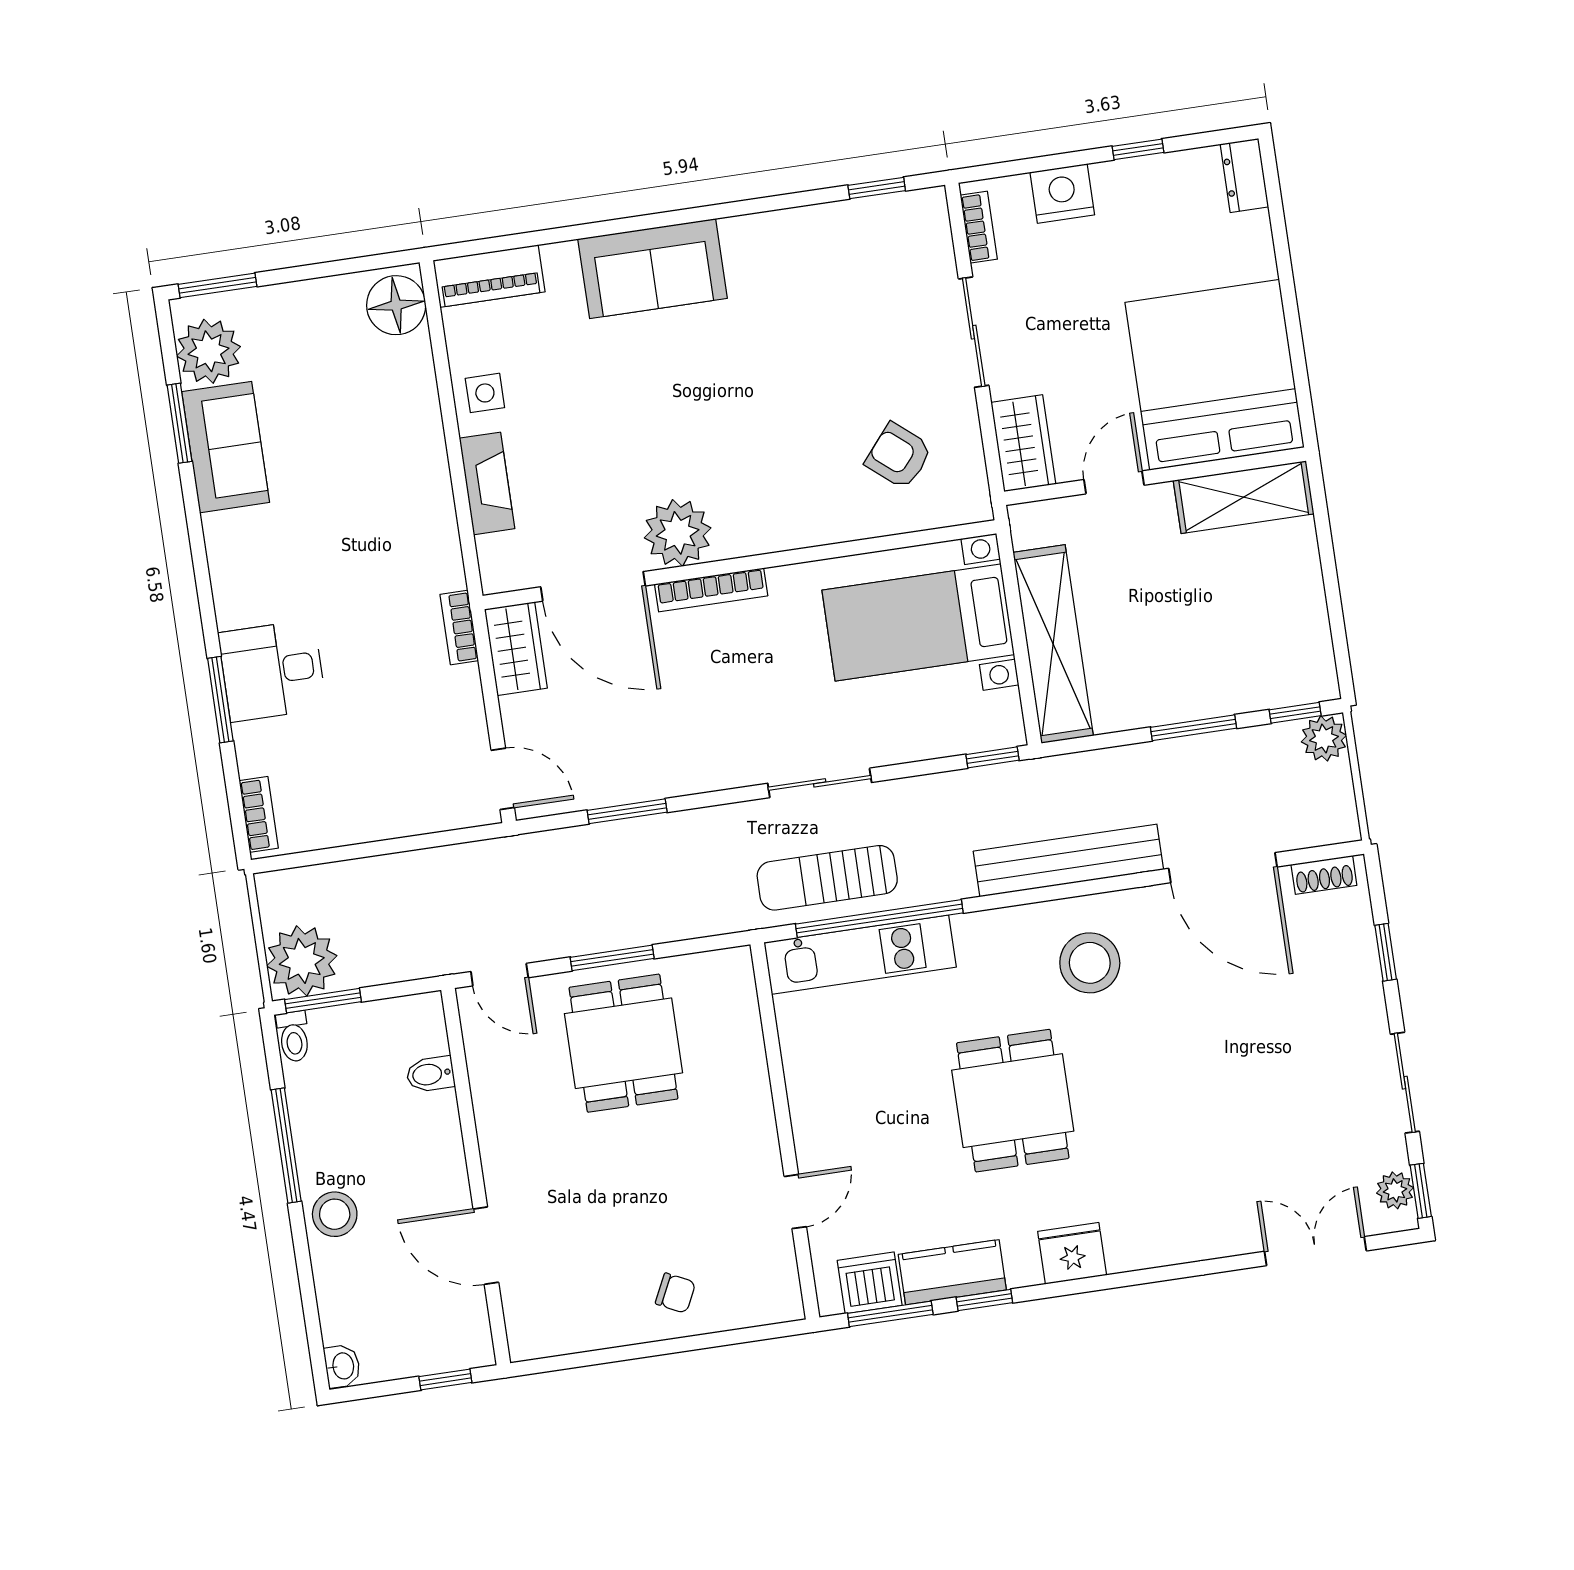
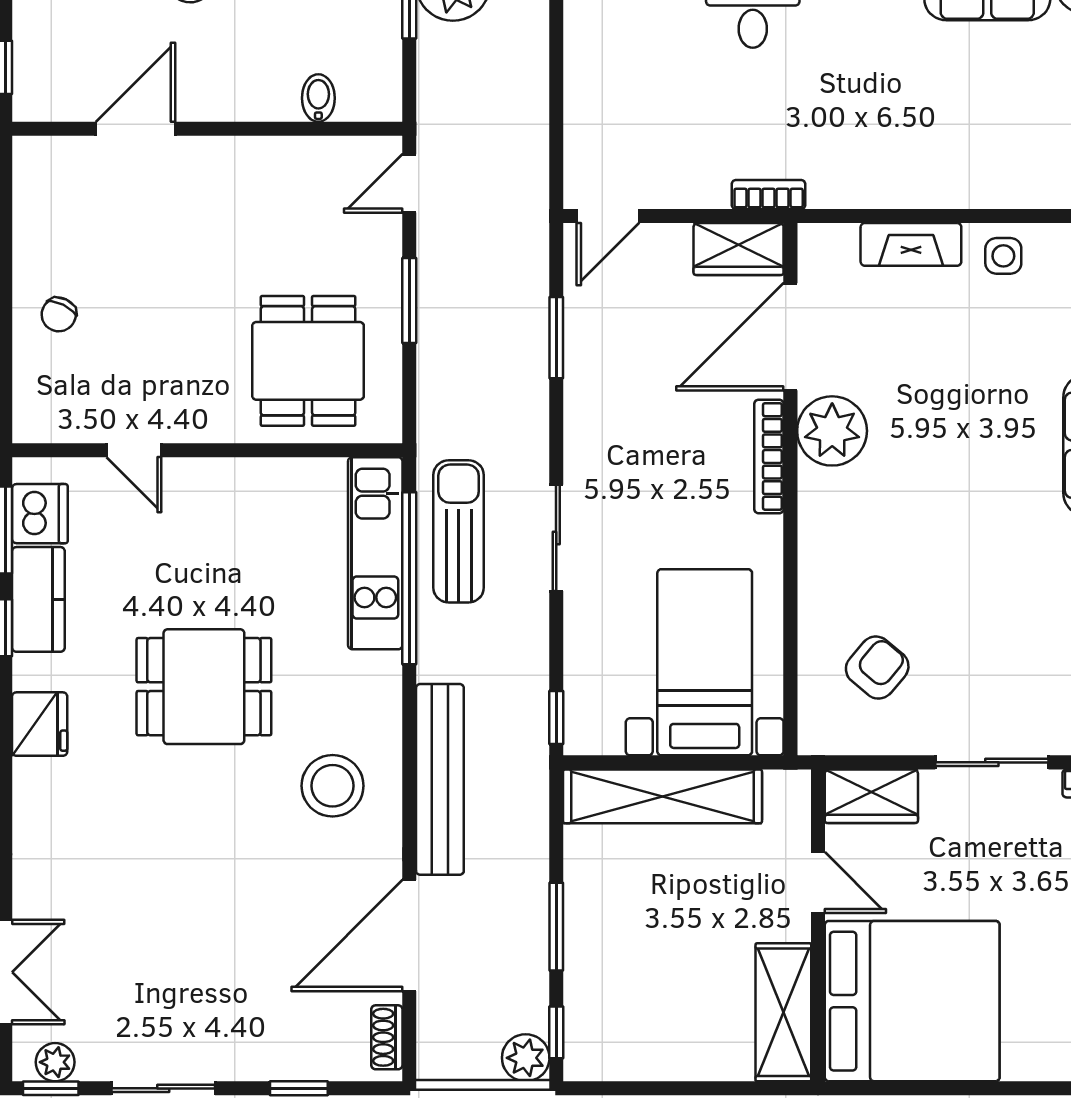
dining table: (623, 1043) -> (308, 361), moved, turned 90

